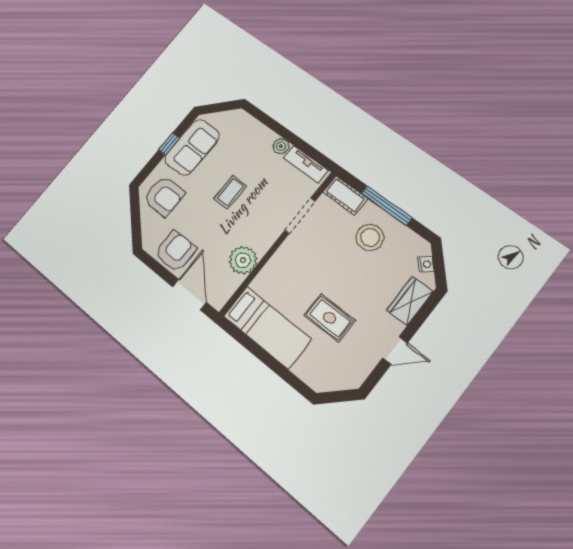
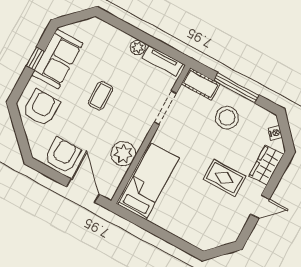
armchair: (164, 196) -> (41, 108), turned -90
rug: (330, 318) -> (224, 178), moved
bed: (267, 327) -> (149, 181), moved, turned -90

